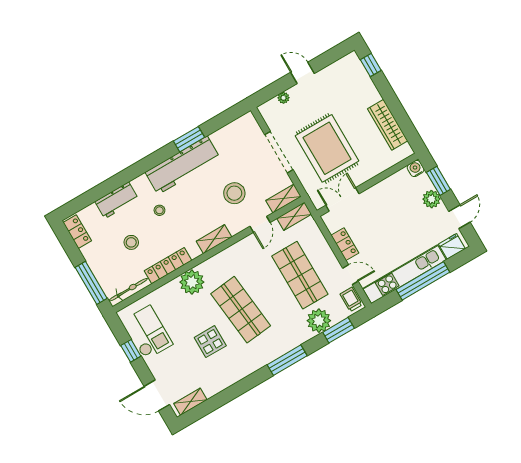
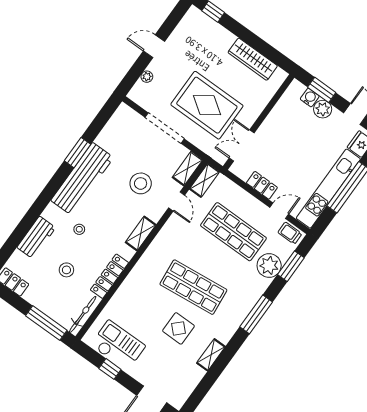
water cooler: (416, 169) -> (310, 98), moved, turned 90
plant: (192, 282) -> (138, 282), removed
shelving: (190, 402) -> (211, 355), moved

